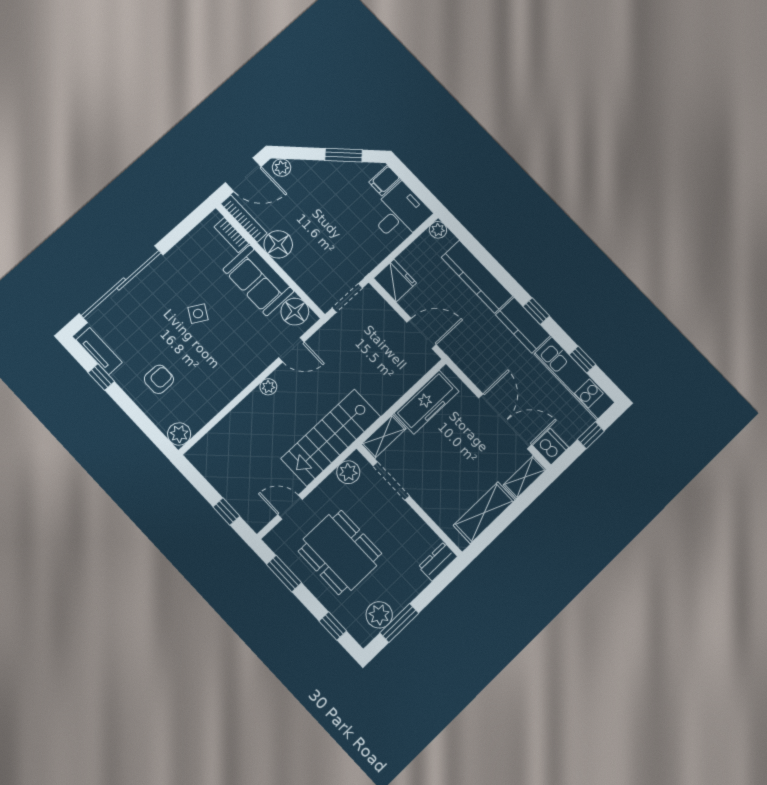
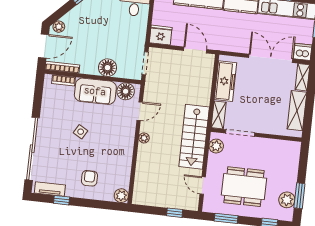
floor lamp: (278, 244) -> (108, 68), moved
door: (422, 333) -> (195, 50), hinge flipped
door: (290, 507) -> (203, 185), hinge flipped
dresser: (438, 562) -> (294, 152), removed

